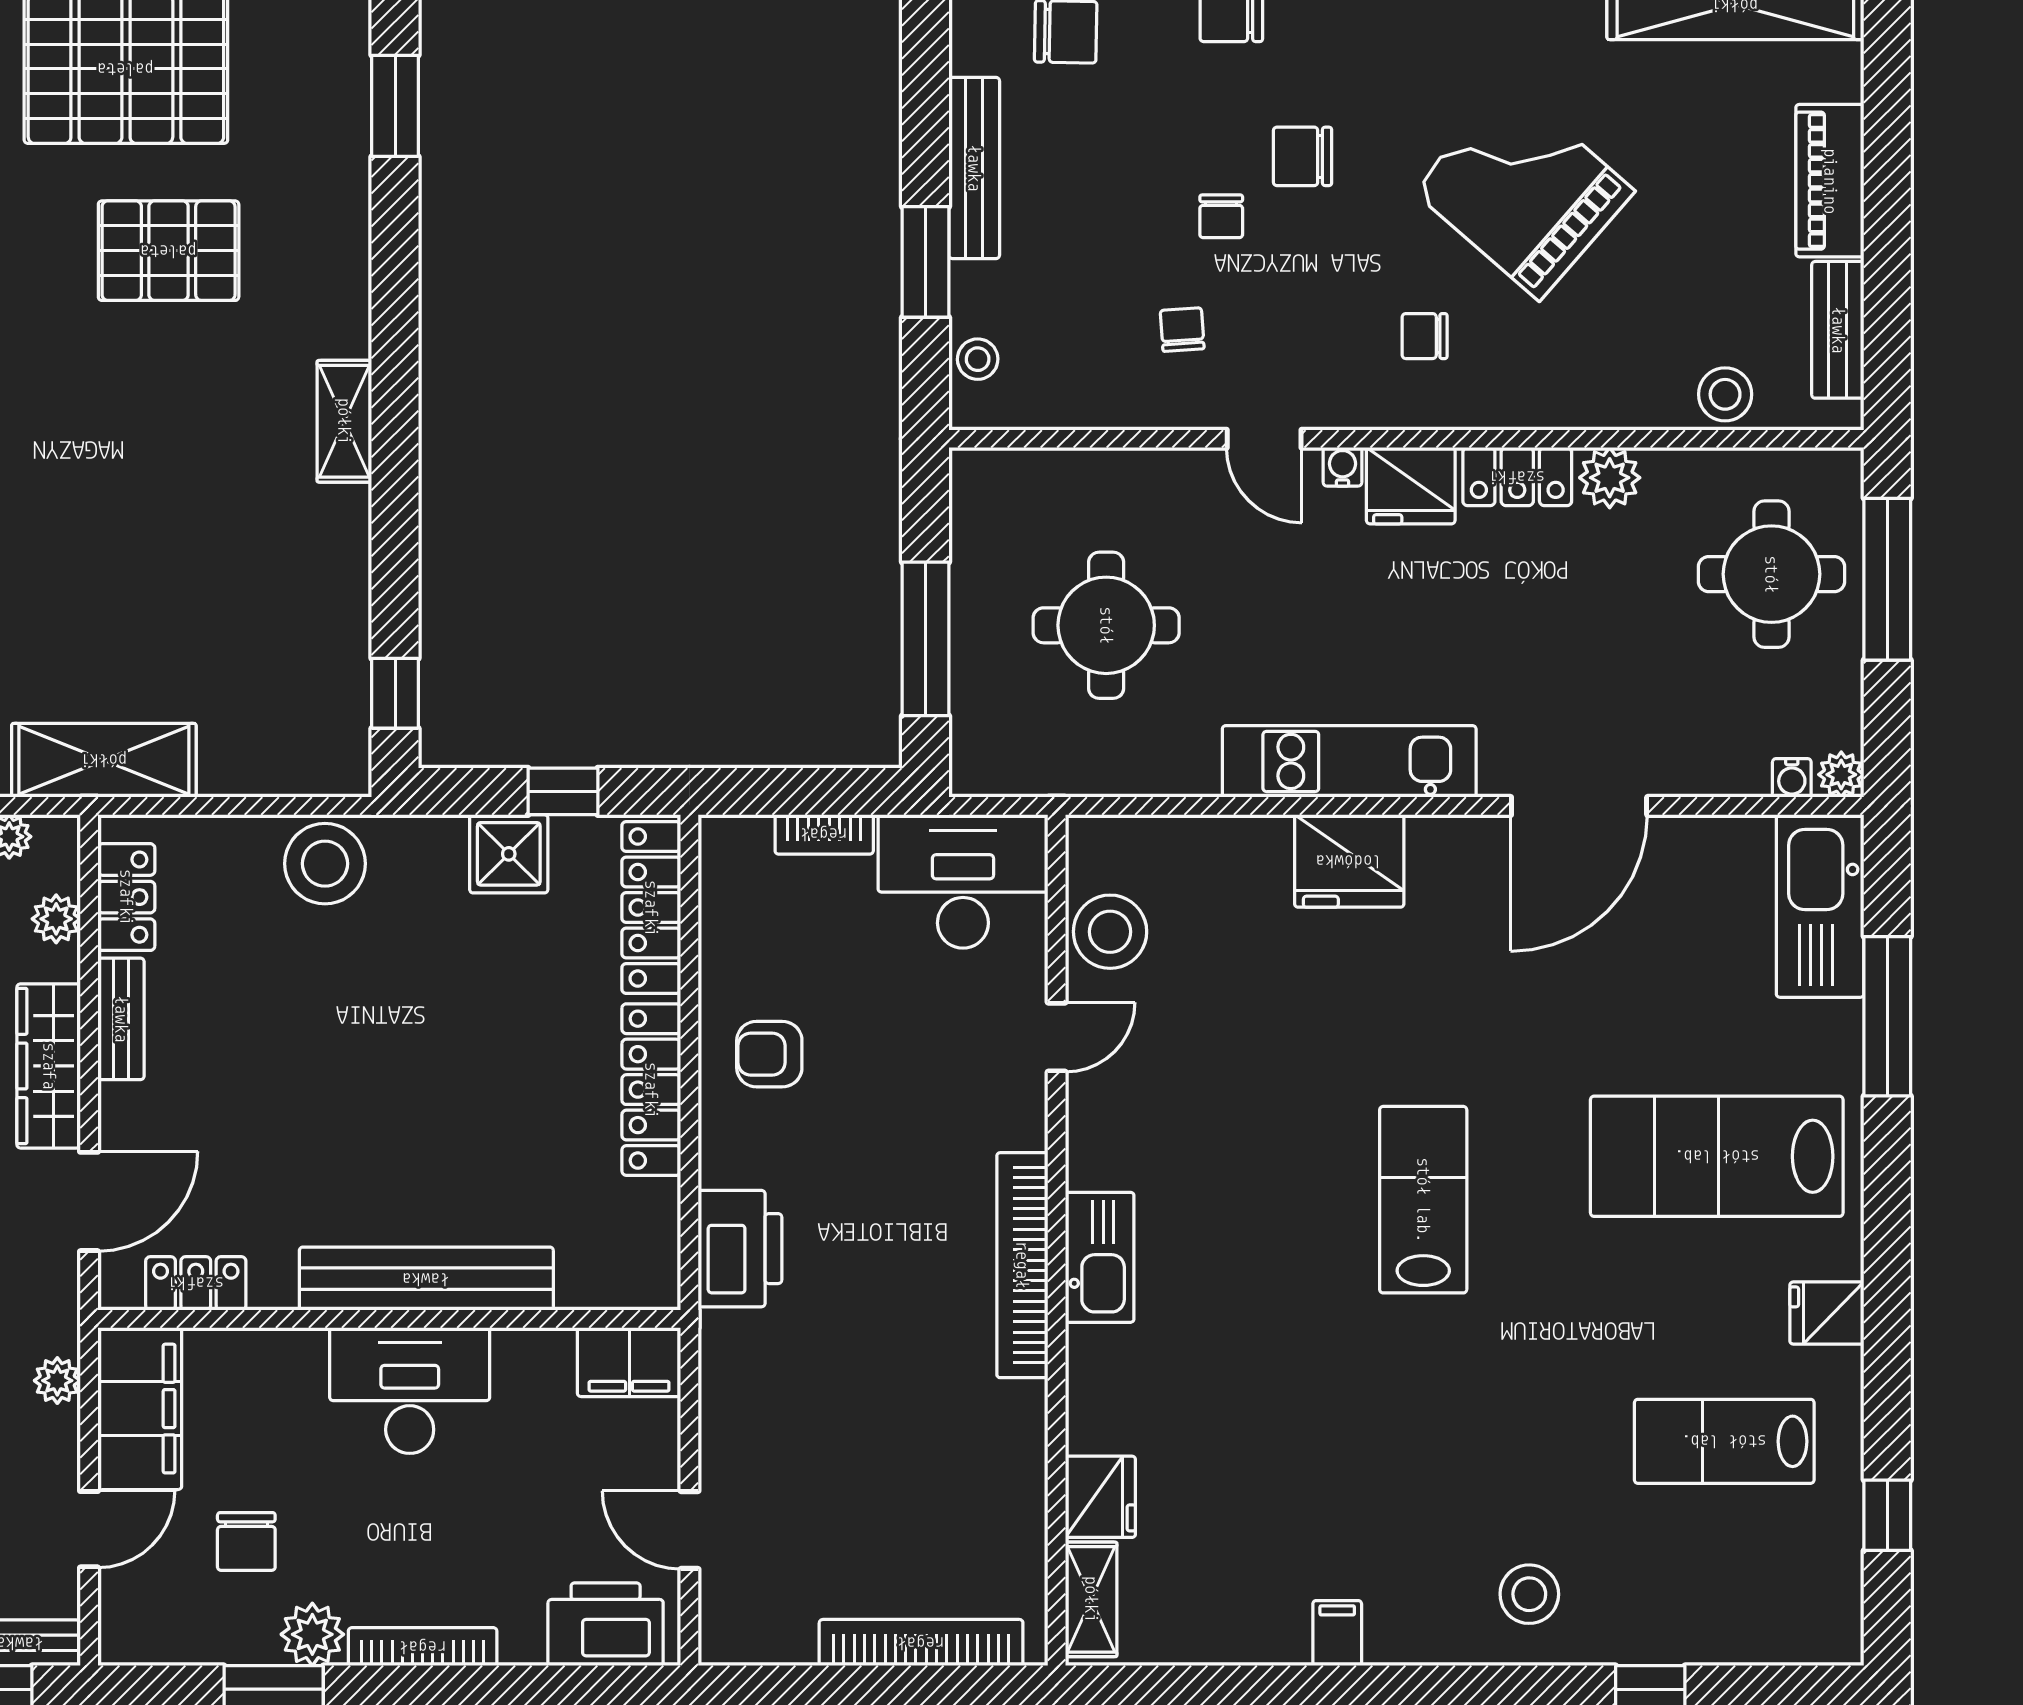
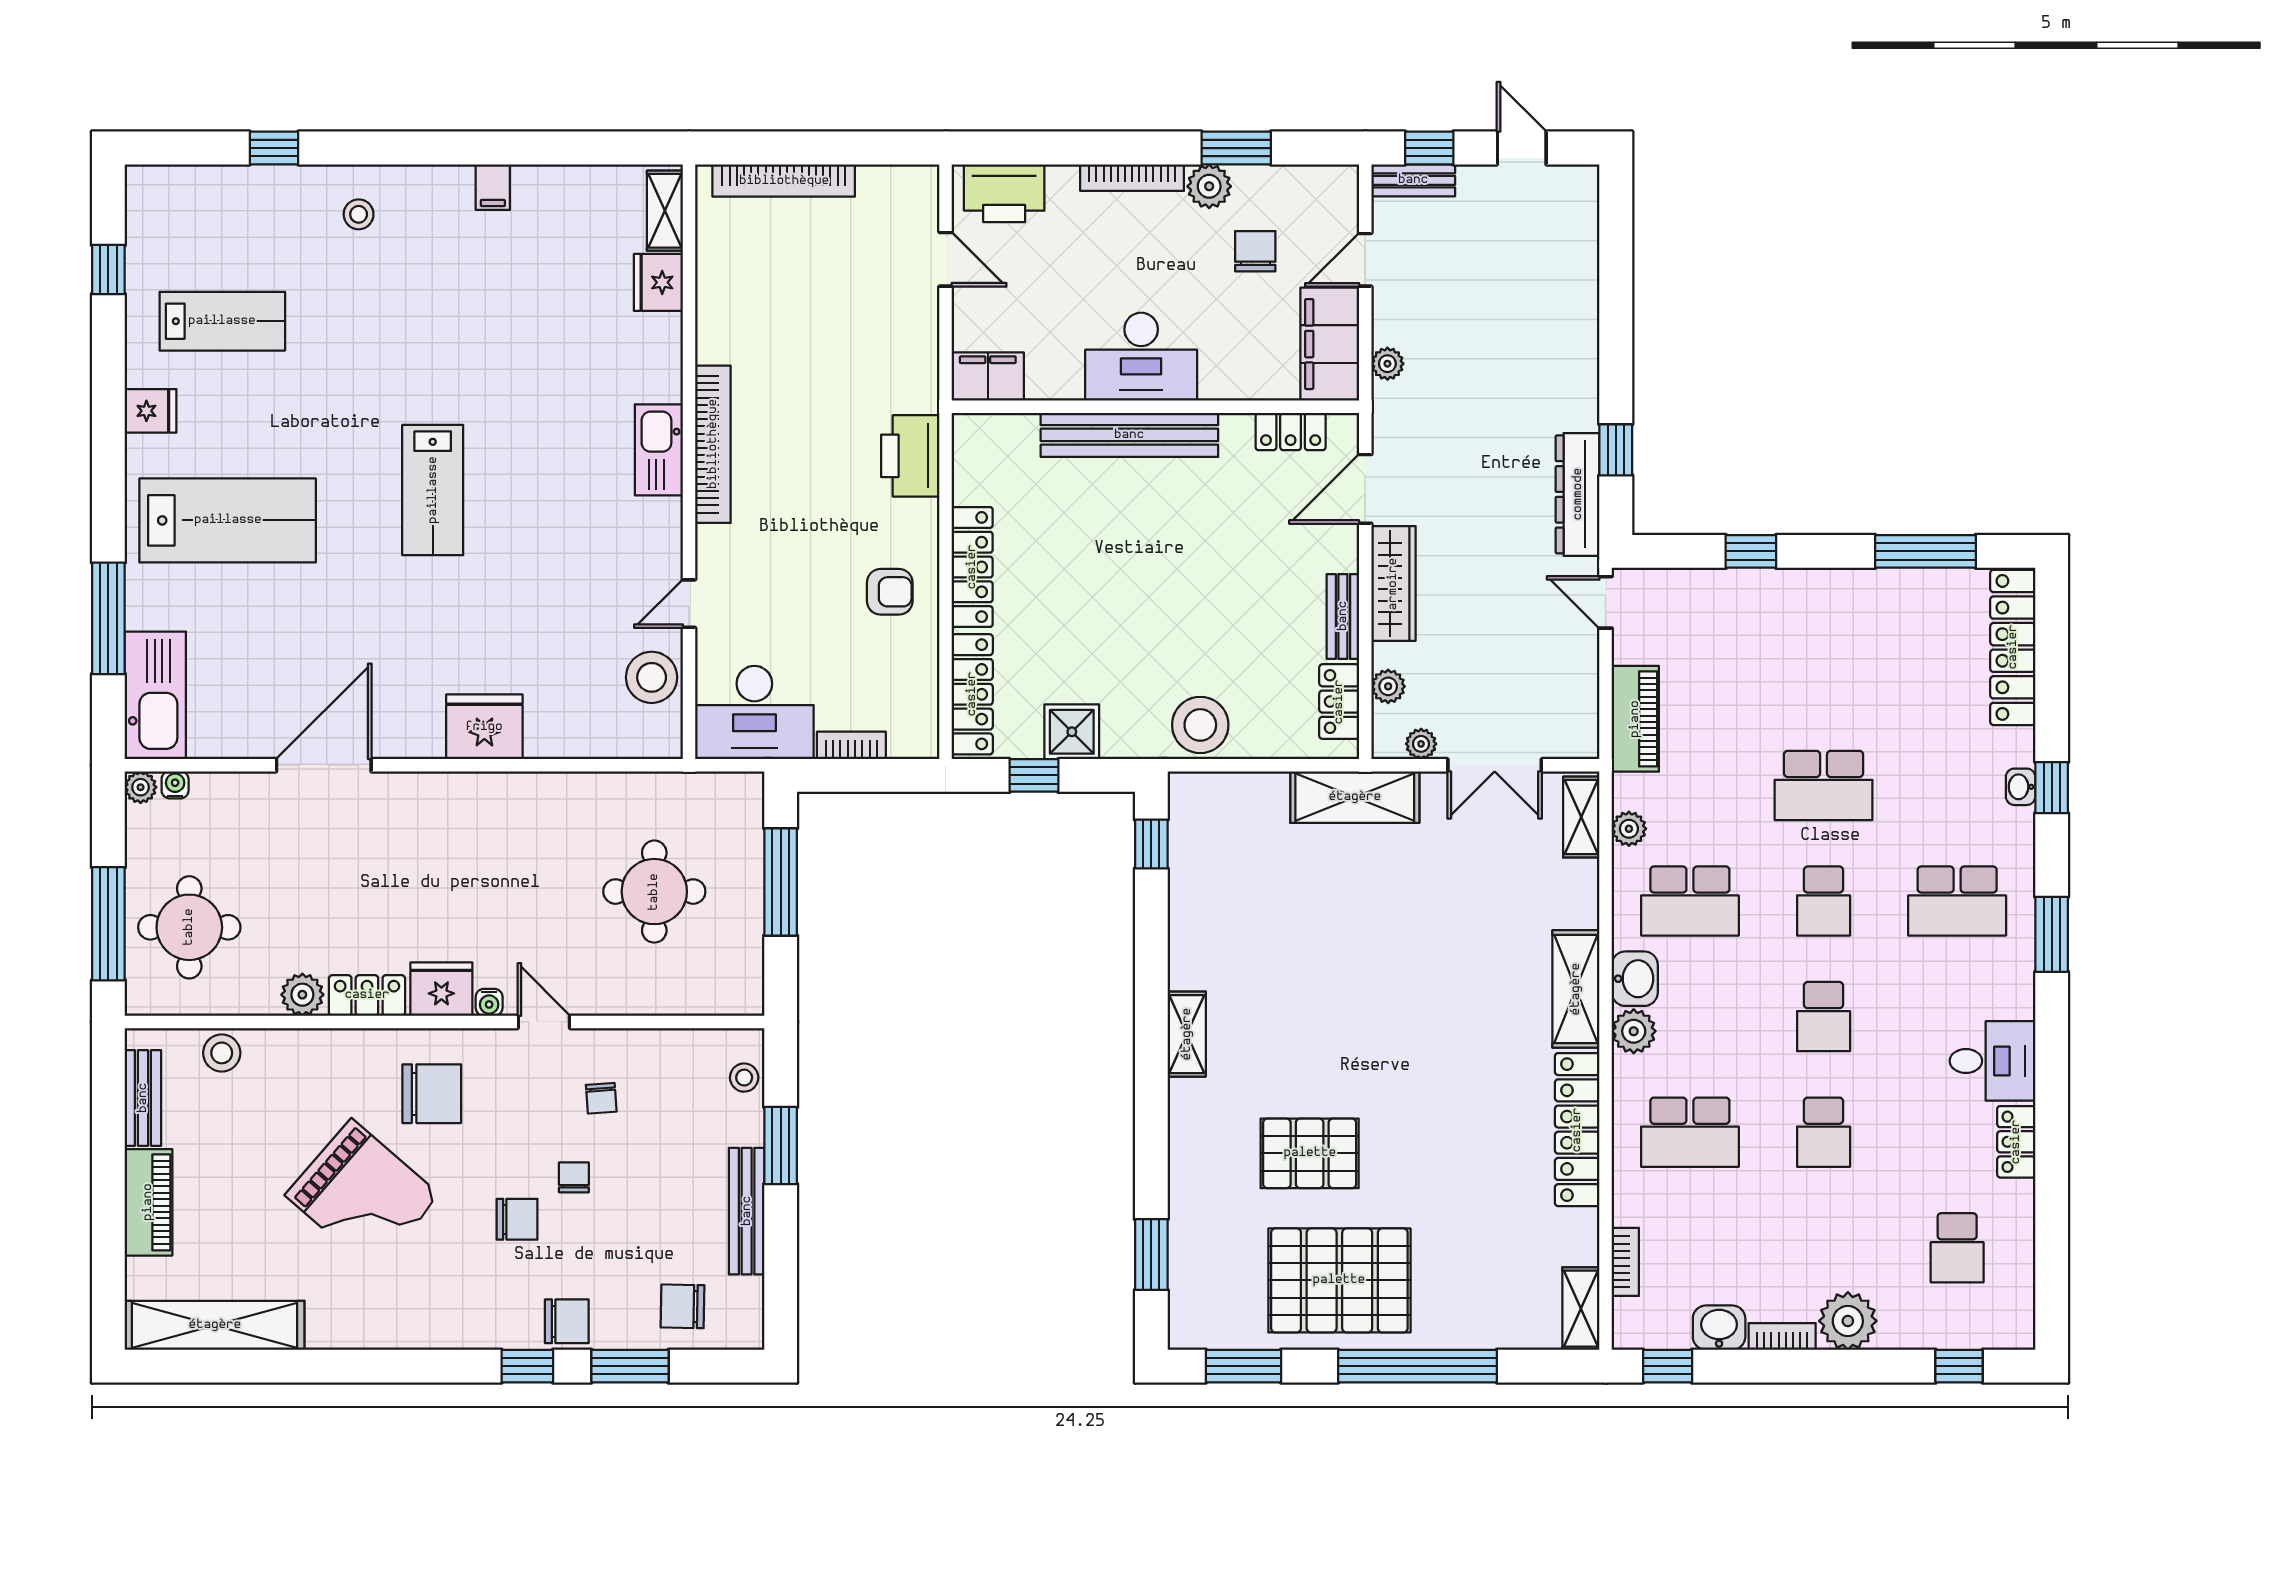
chair: (1425, 336) -> (432, 1094), width x1.87, depth x1.87
kitchen unit: (1349, 761) -> (484, 796), removed
stool: (1529, 1594) -> (359, 214), width x0.73, depth x0.73

